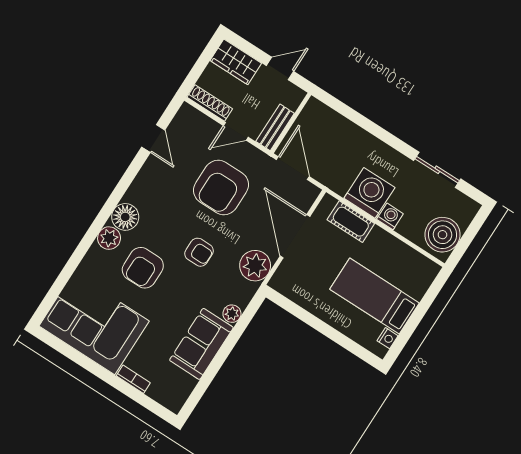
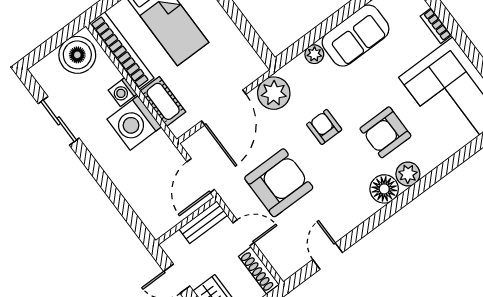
bookcase: (404, 253) -> (122, 51), added
armchair: (143, 268) -> (385, 132), turned 180

